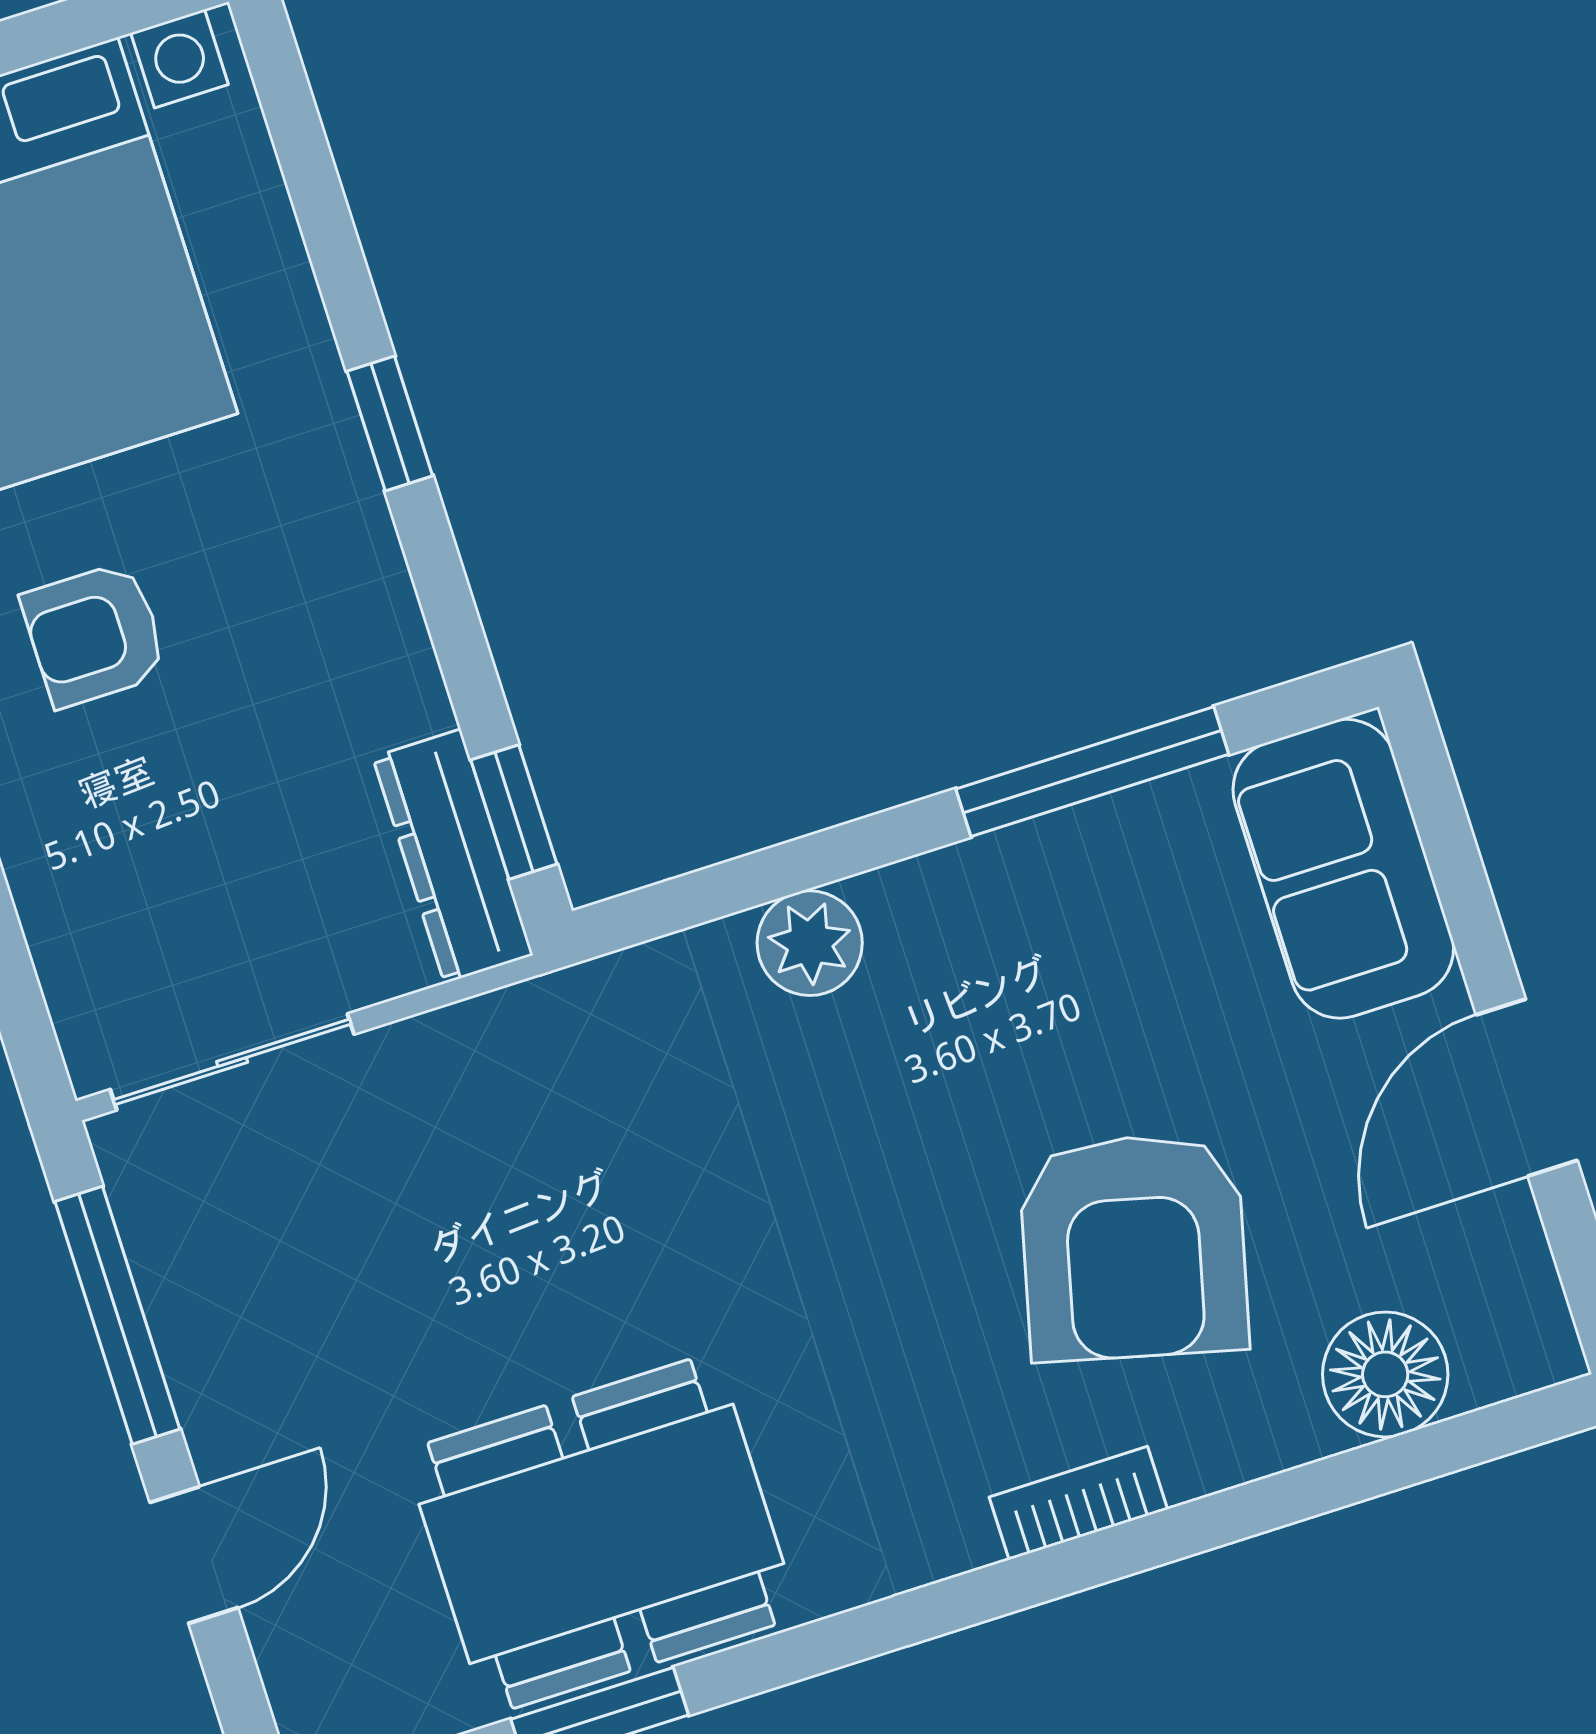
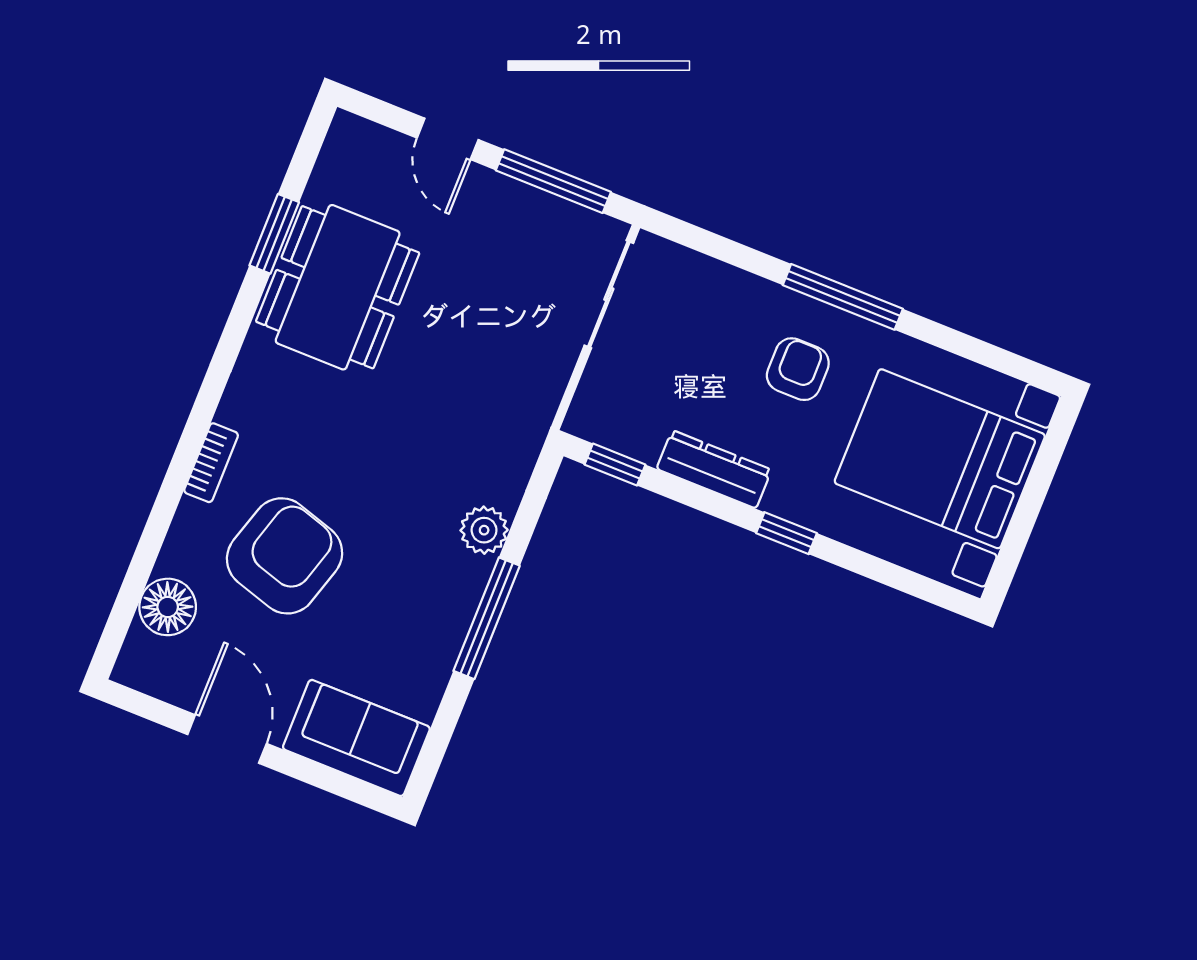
window: (1092, 772) -> (487, 618), moved
dresser: (453, 856) -> (714, 469), moved
armchair: (1134, 1247) -> (285, 556), turned 93

